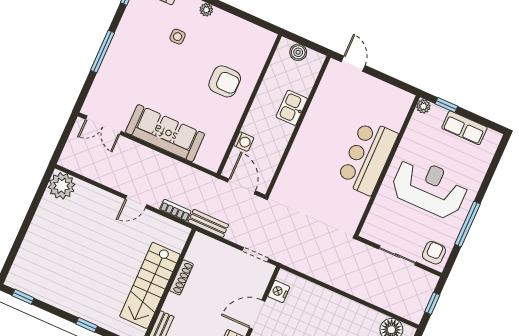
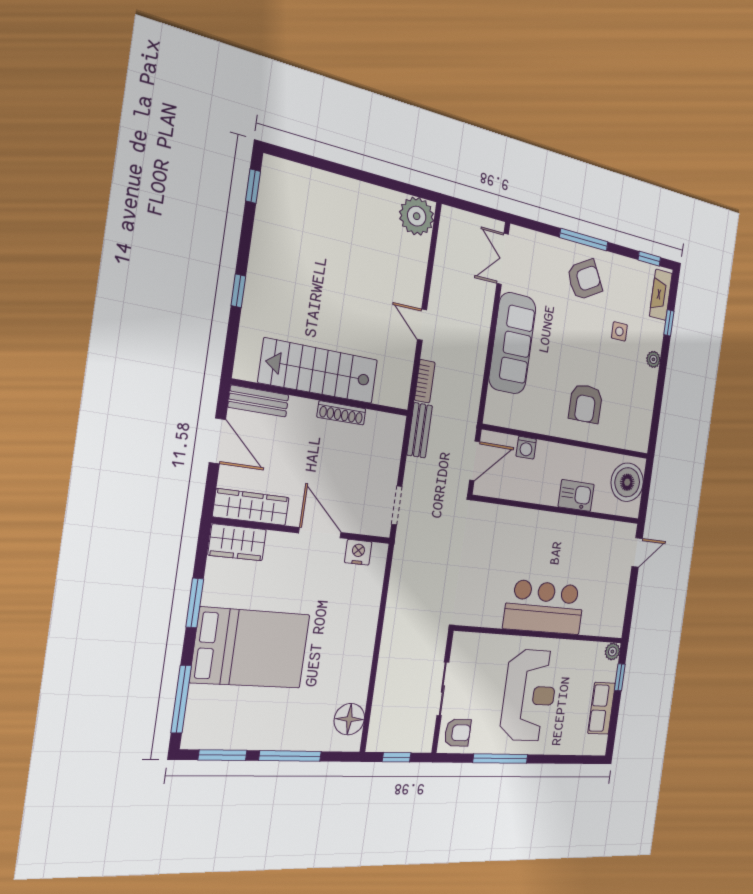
boiler: (298, 52) -> (627, 482), width x1.86, depth x1.86
armchair: (132, 58) -> (585, 280), added

